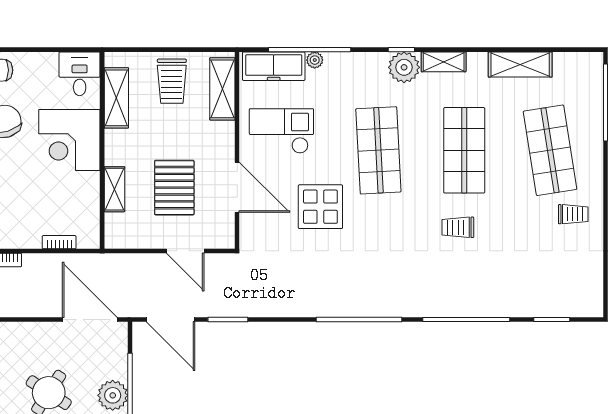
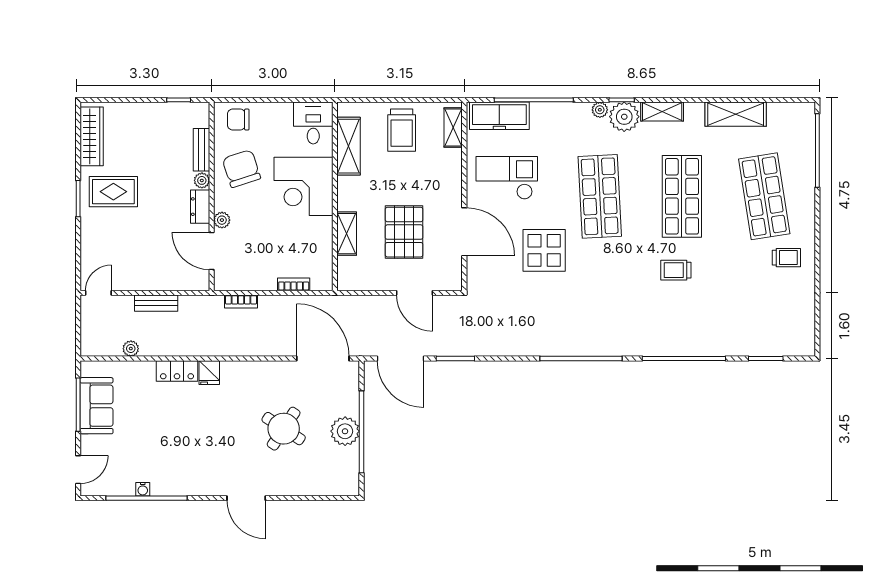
plant: (315, 60) -> (600, 110), moved
shelving: (222, 89) -> (453, 128), width x0.67, depth x0.75

